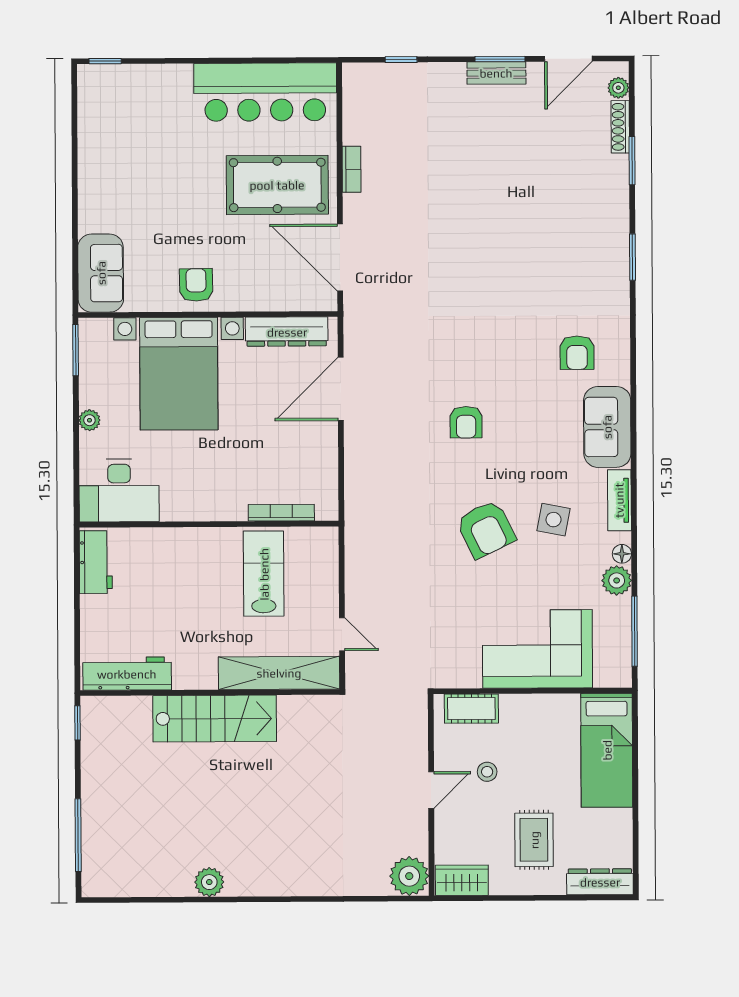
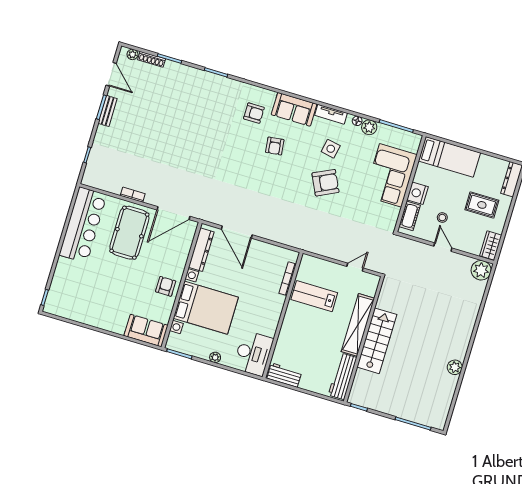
armchair: (196, 285) -> (166, 286), turned 91
armchair: (466, 422) -> (275, 146), moved, turned 83
shelving: (279, 673) -> (358, 325), moved
nightstand: (519, 710) -> (417, 193), added

